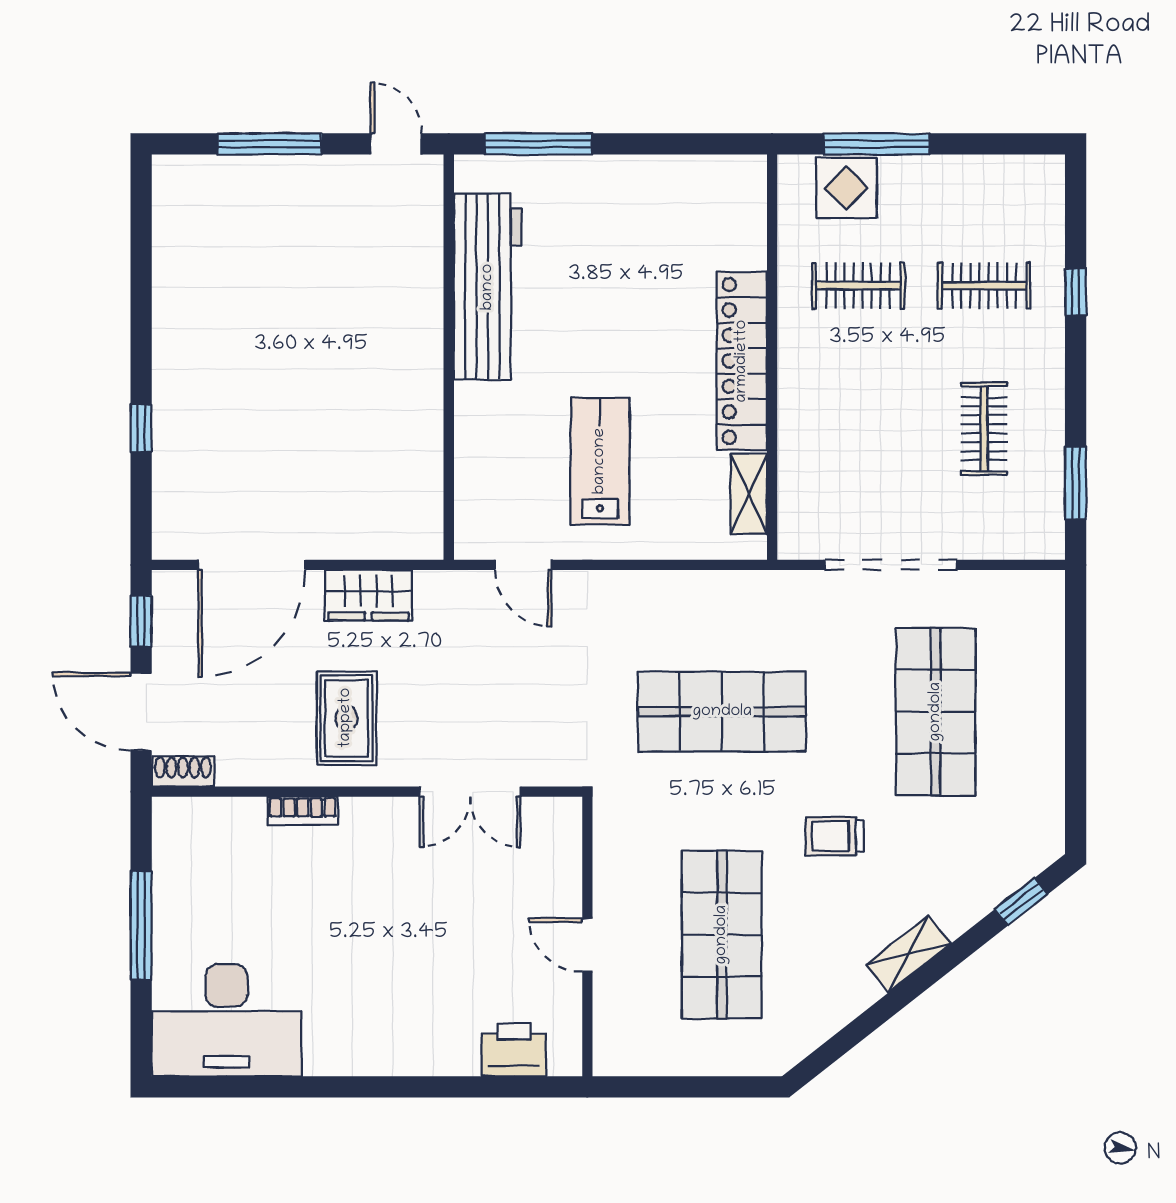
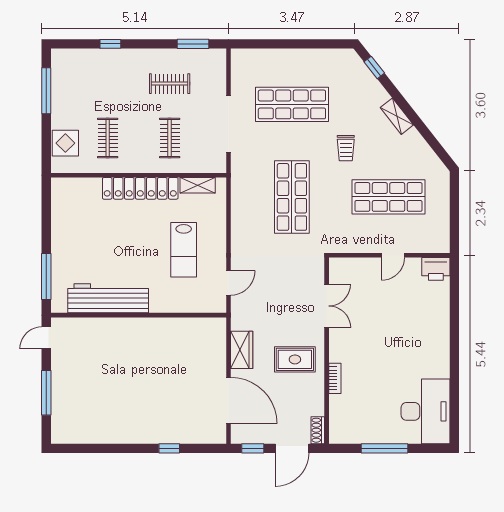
window: (876, 144) -> (46, 91), moved
clothes rail: (984, 286) -> (170, 138), moved
lab bench: (600, 461) -> (184, 250), turned -90
printer: (514, 1050) -> (436, 269), moved, turned -90

